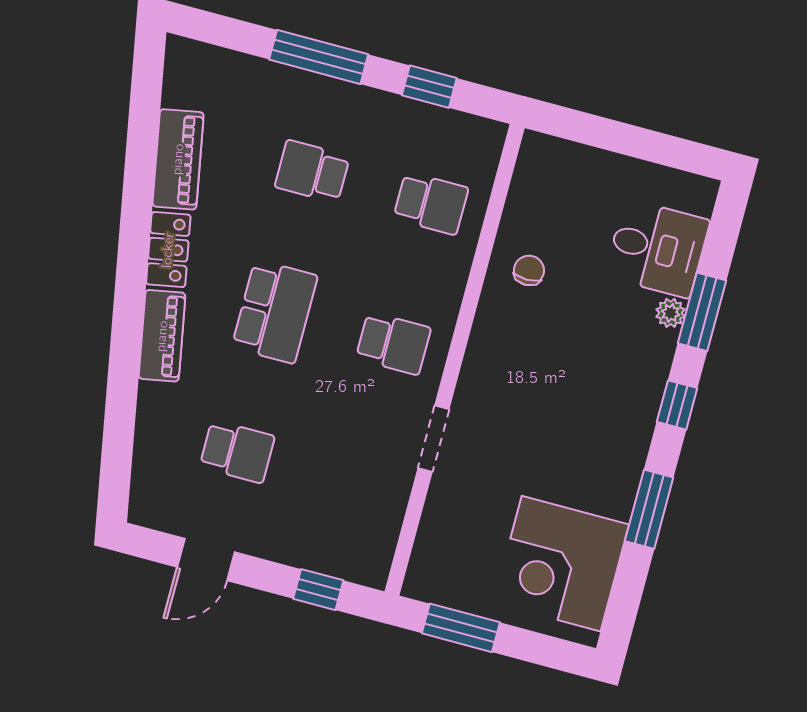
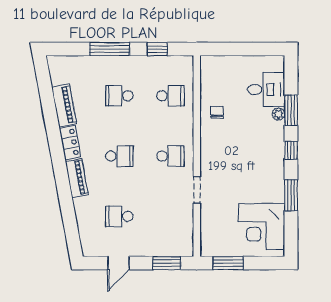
school desk: (275, 312) -> (119, 156), width x0.54
school desk: (237, 452) -> (119, 216), turned 180
window: (318, 590) -> (167, 263), width x1.50

